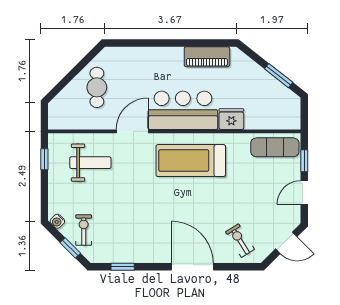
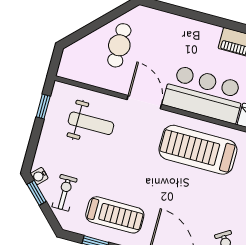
door: (132, 131) -> (144, 102), hinge flipped
treadmill: (133, 238) -> (115, 215), added
window: (70, 248) -> (37, 193), moved

